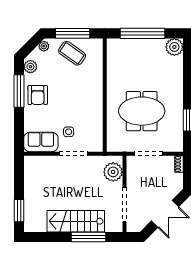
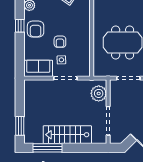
window: (19, 91) -> (20, 26), width x0.46
armchair: (67, 110) -> (60, 42), added
window: (89, 237) -> (48, 148), moved

